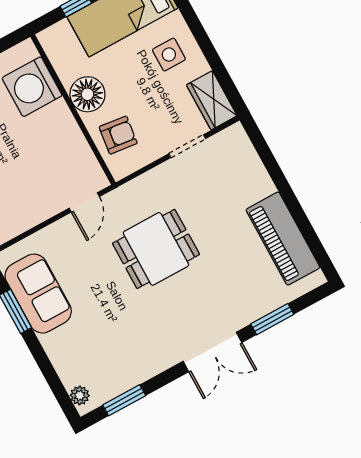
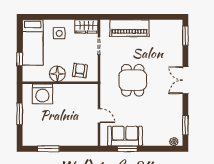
door: (84, 202) -> (99, 116), moved
piano: (283, 239) -> (129, 28), moved
window: (272, 319) -> (185, 36), moved
double door: (212, 352) -> (185, 80), swing flipped

